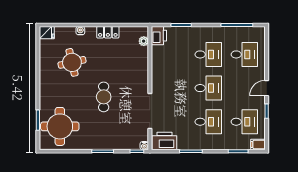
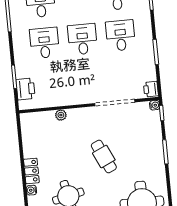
locker: (108, 32) -> (31, 171), moved
printer: (159, 36) -> (26, 89), moved, turned 90
plant: (144, 41) -> (61, 115), moved
cafe table: (104, 97) -> (104, 157), turned 65
printer: (164, 141) -> (151, 89), width x0.53, depth x0.68

